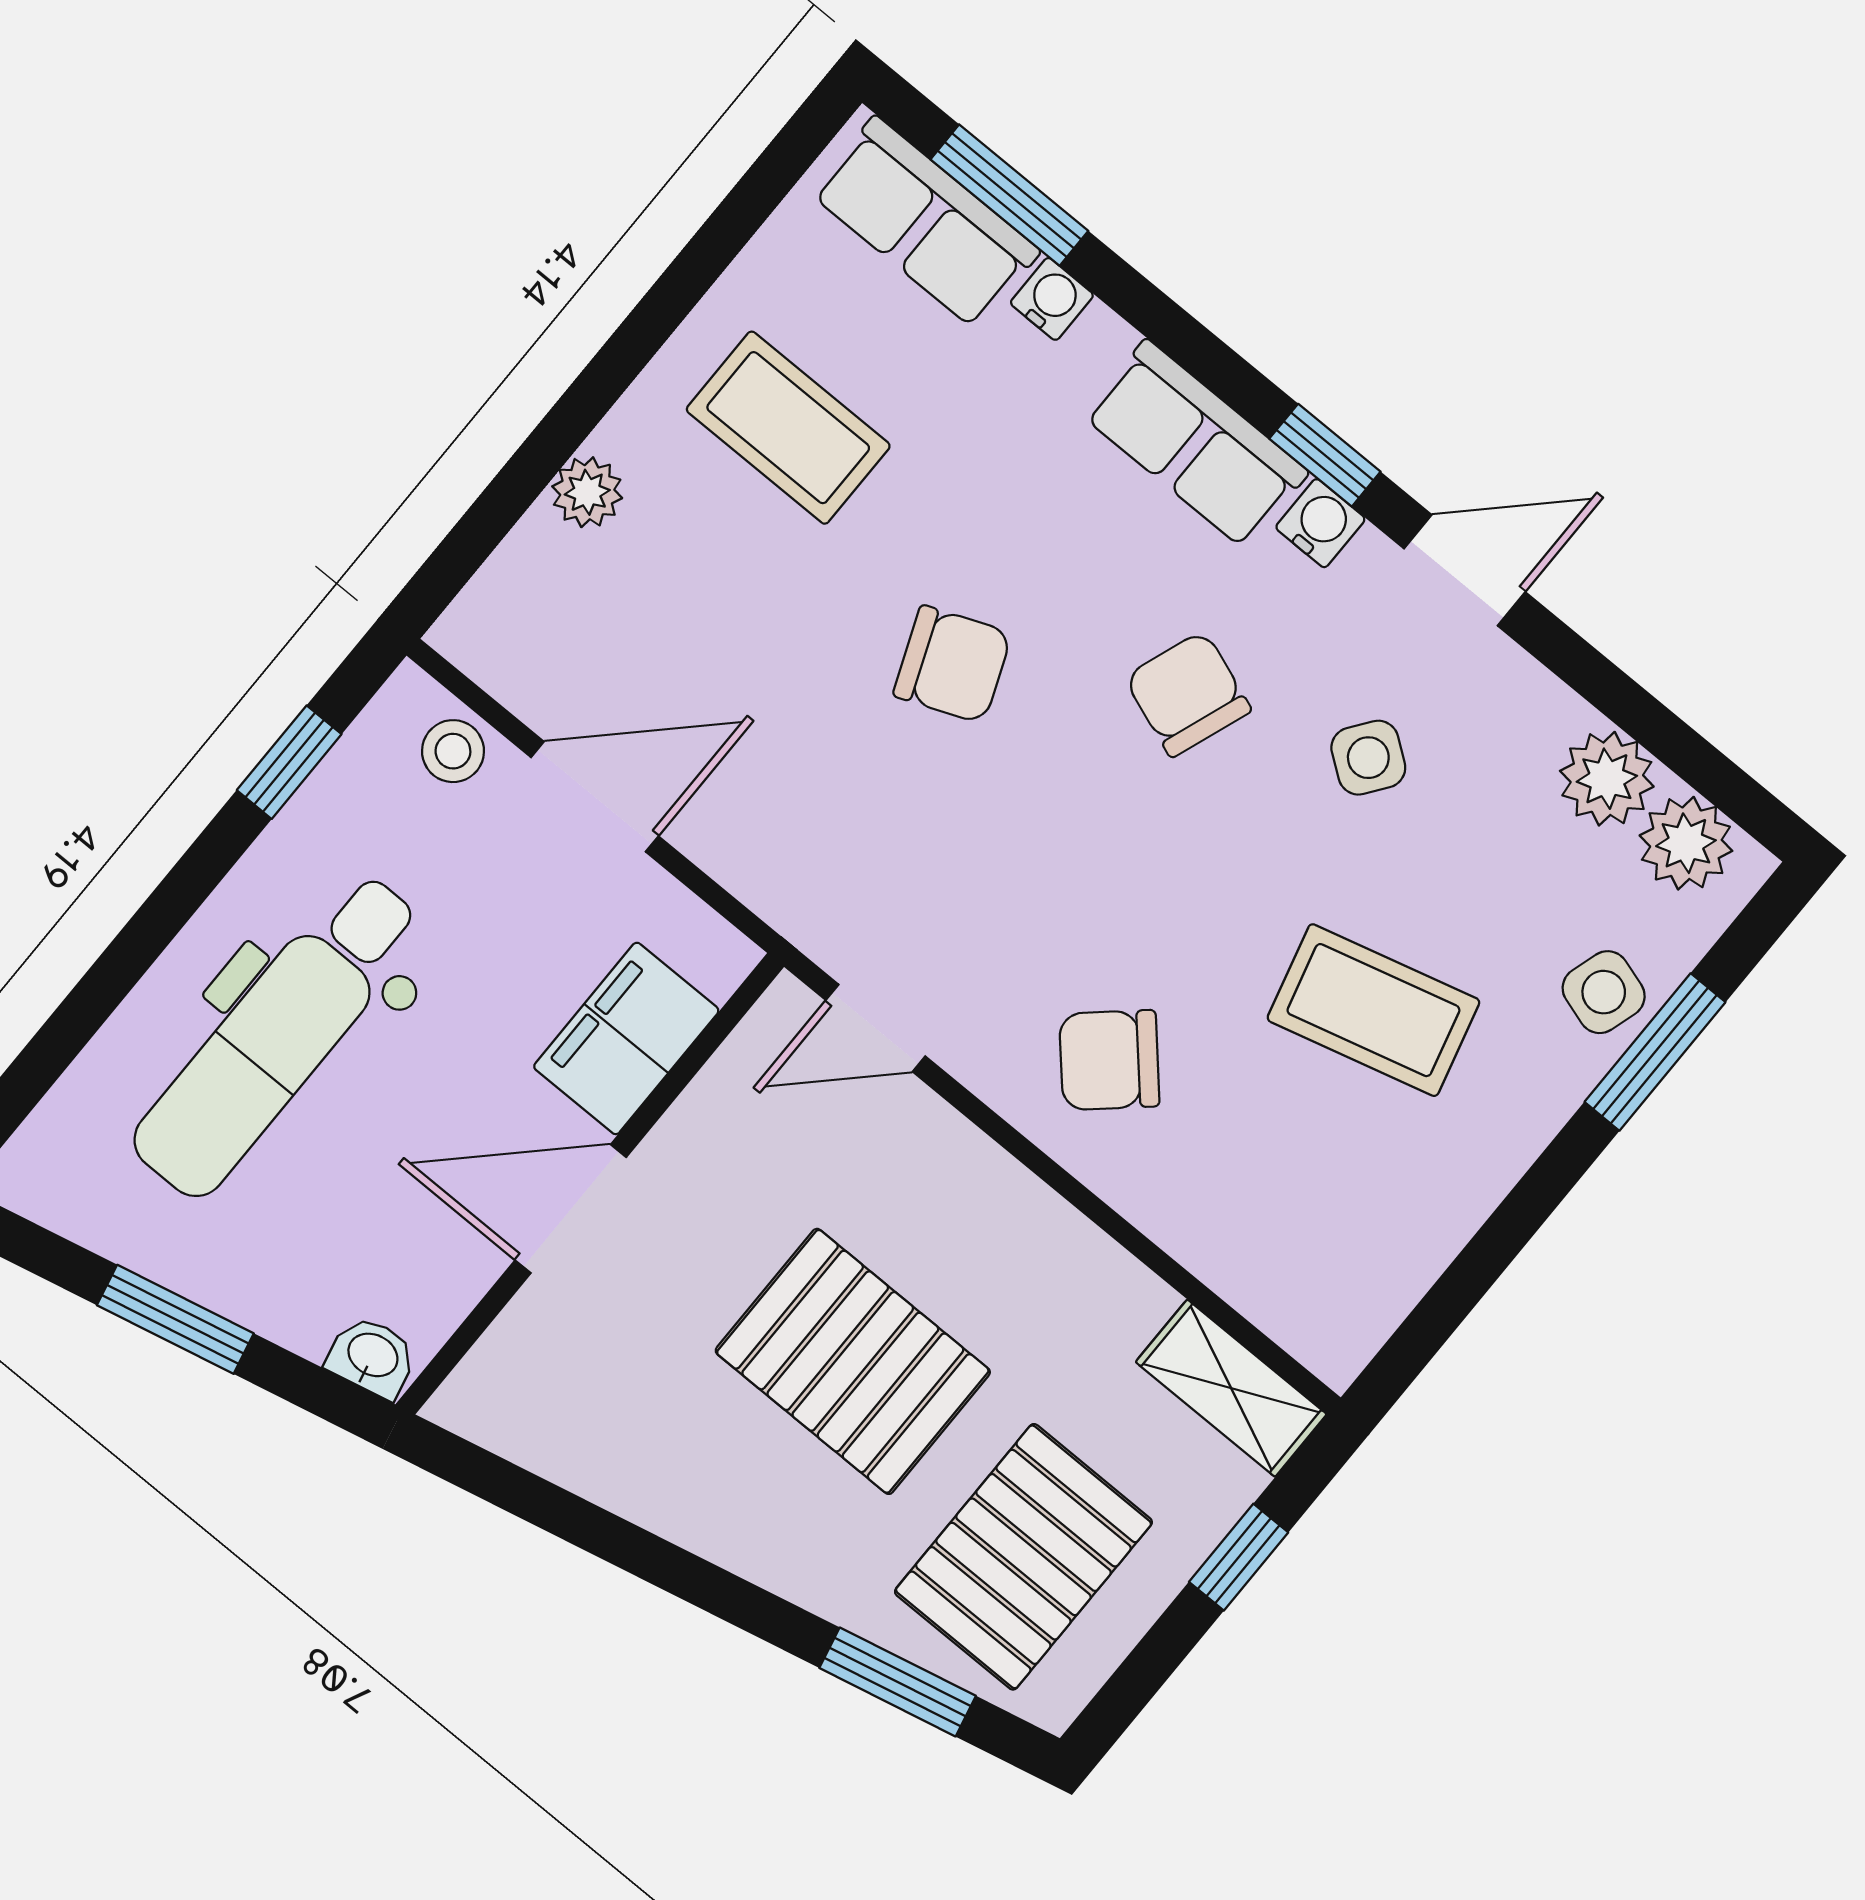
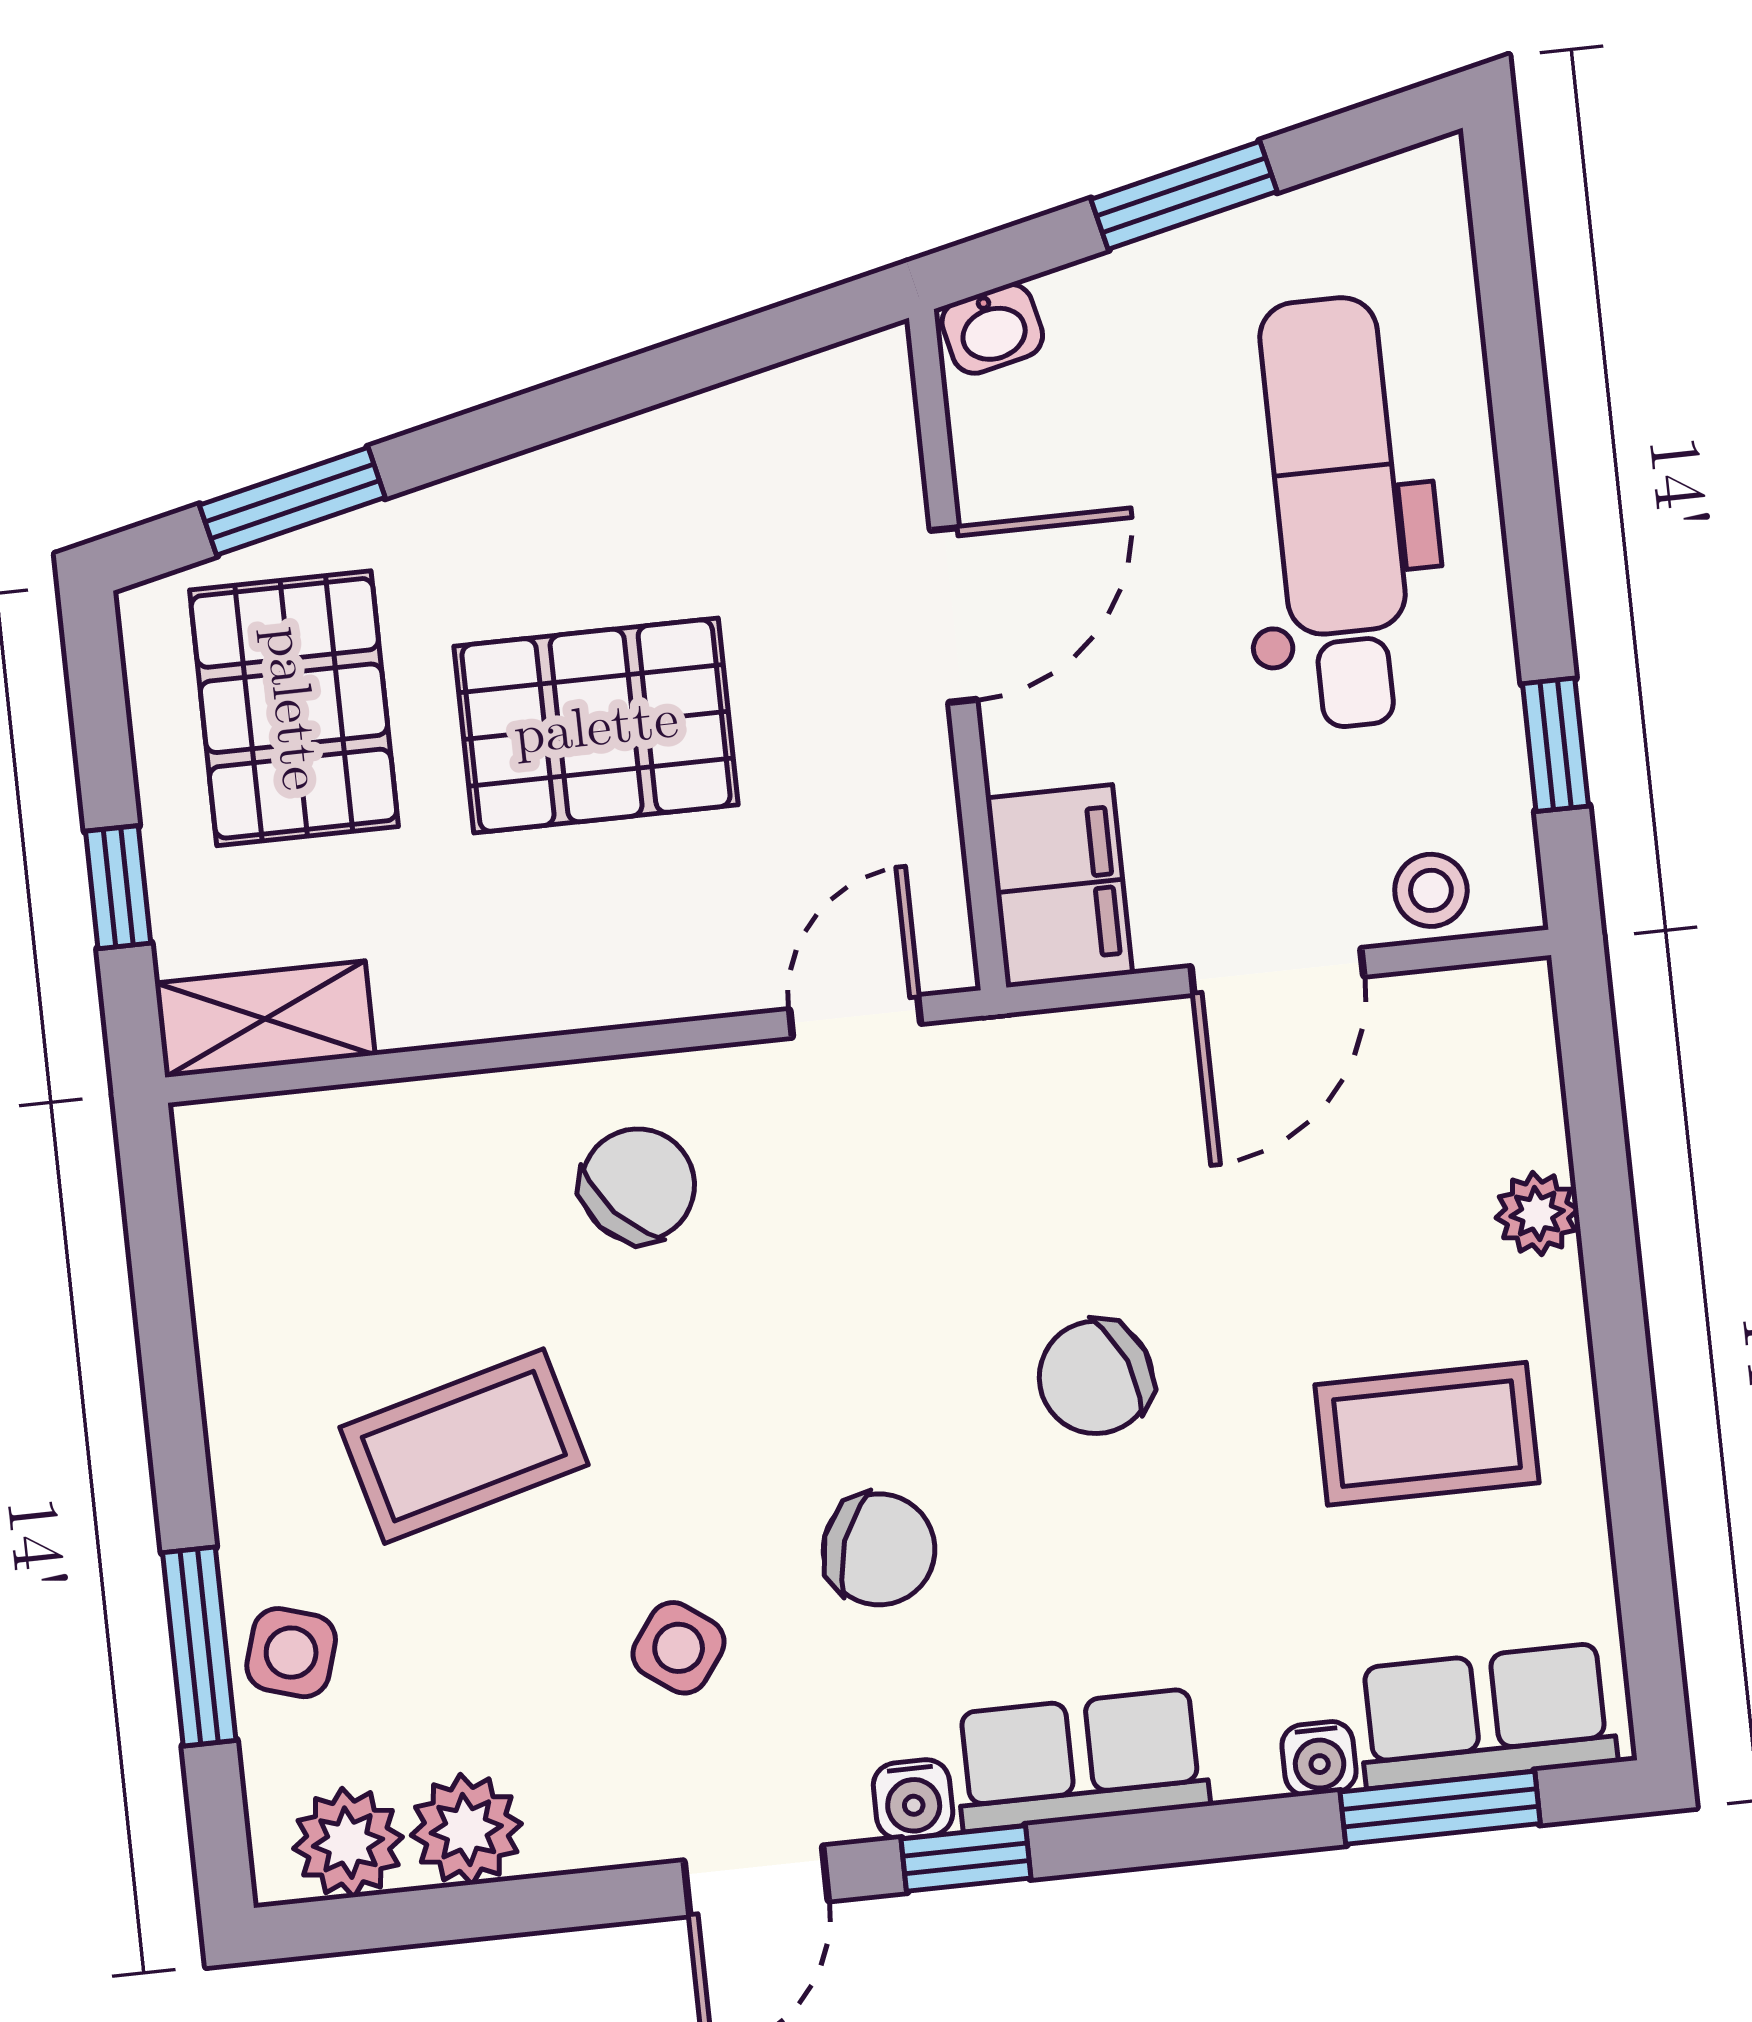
filing cabinet: (626, 1038) -> (1059, 886), moved

